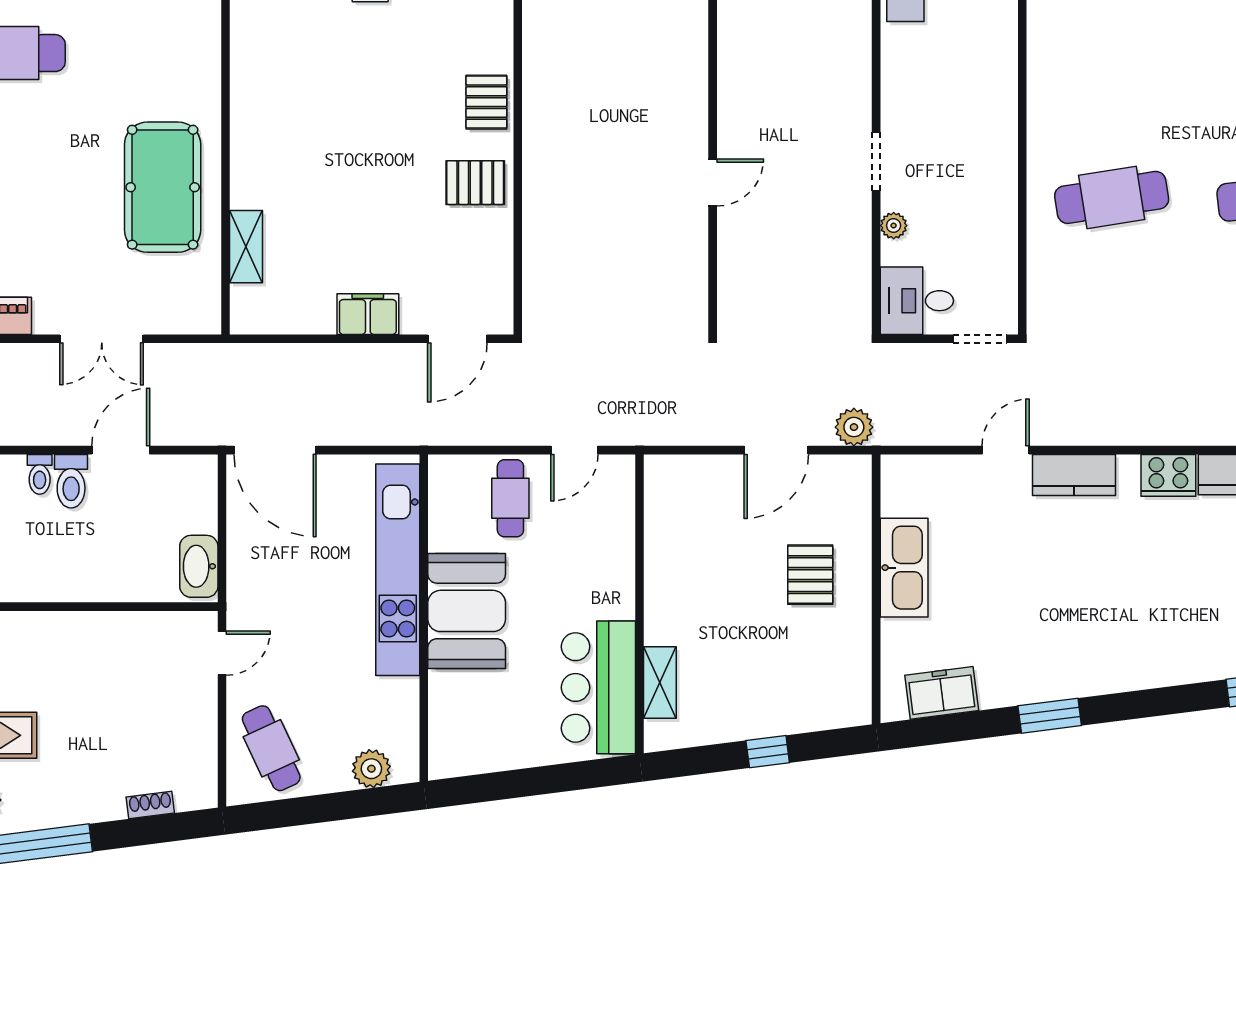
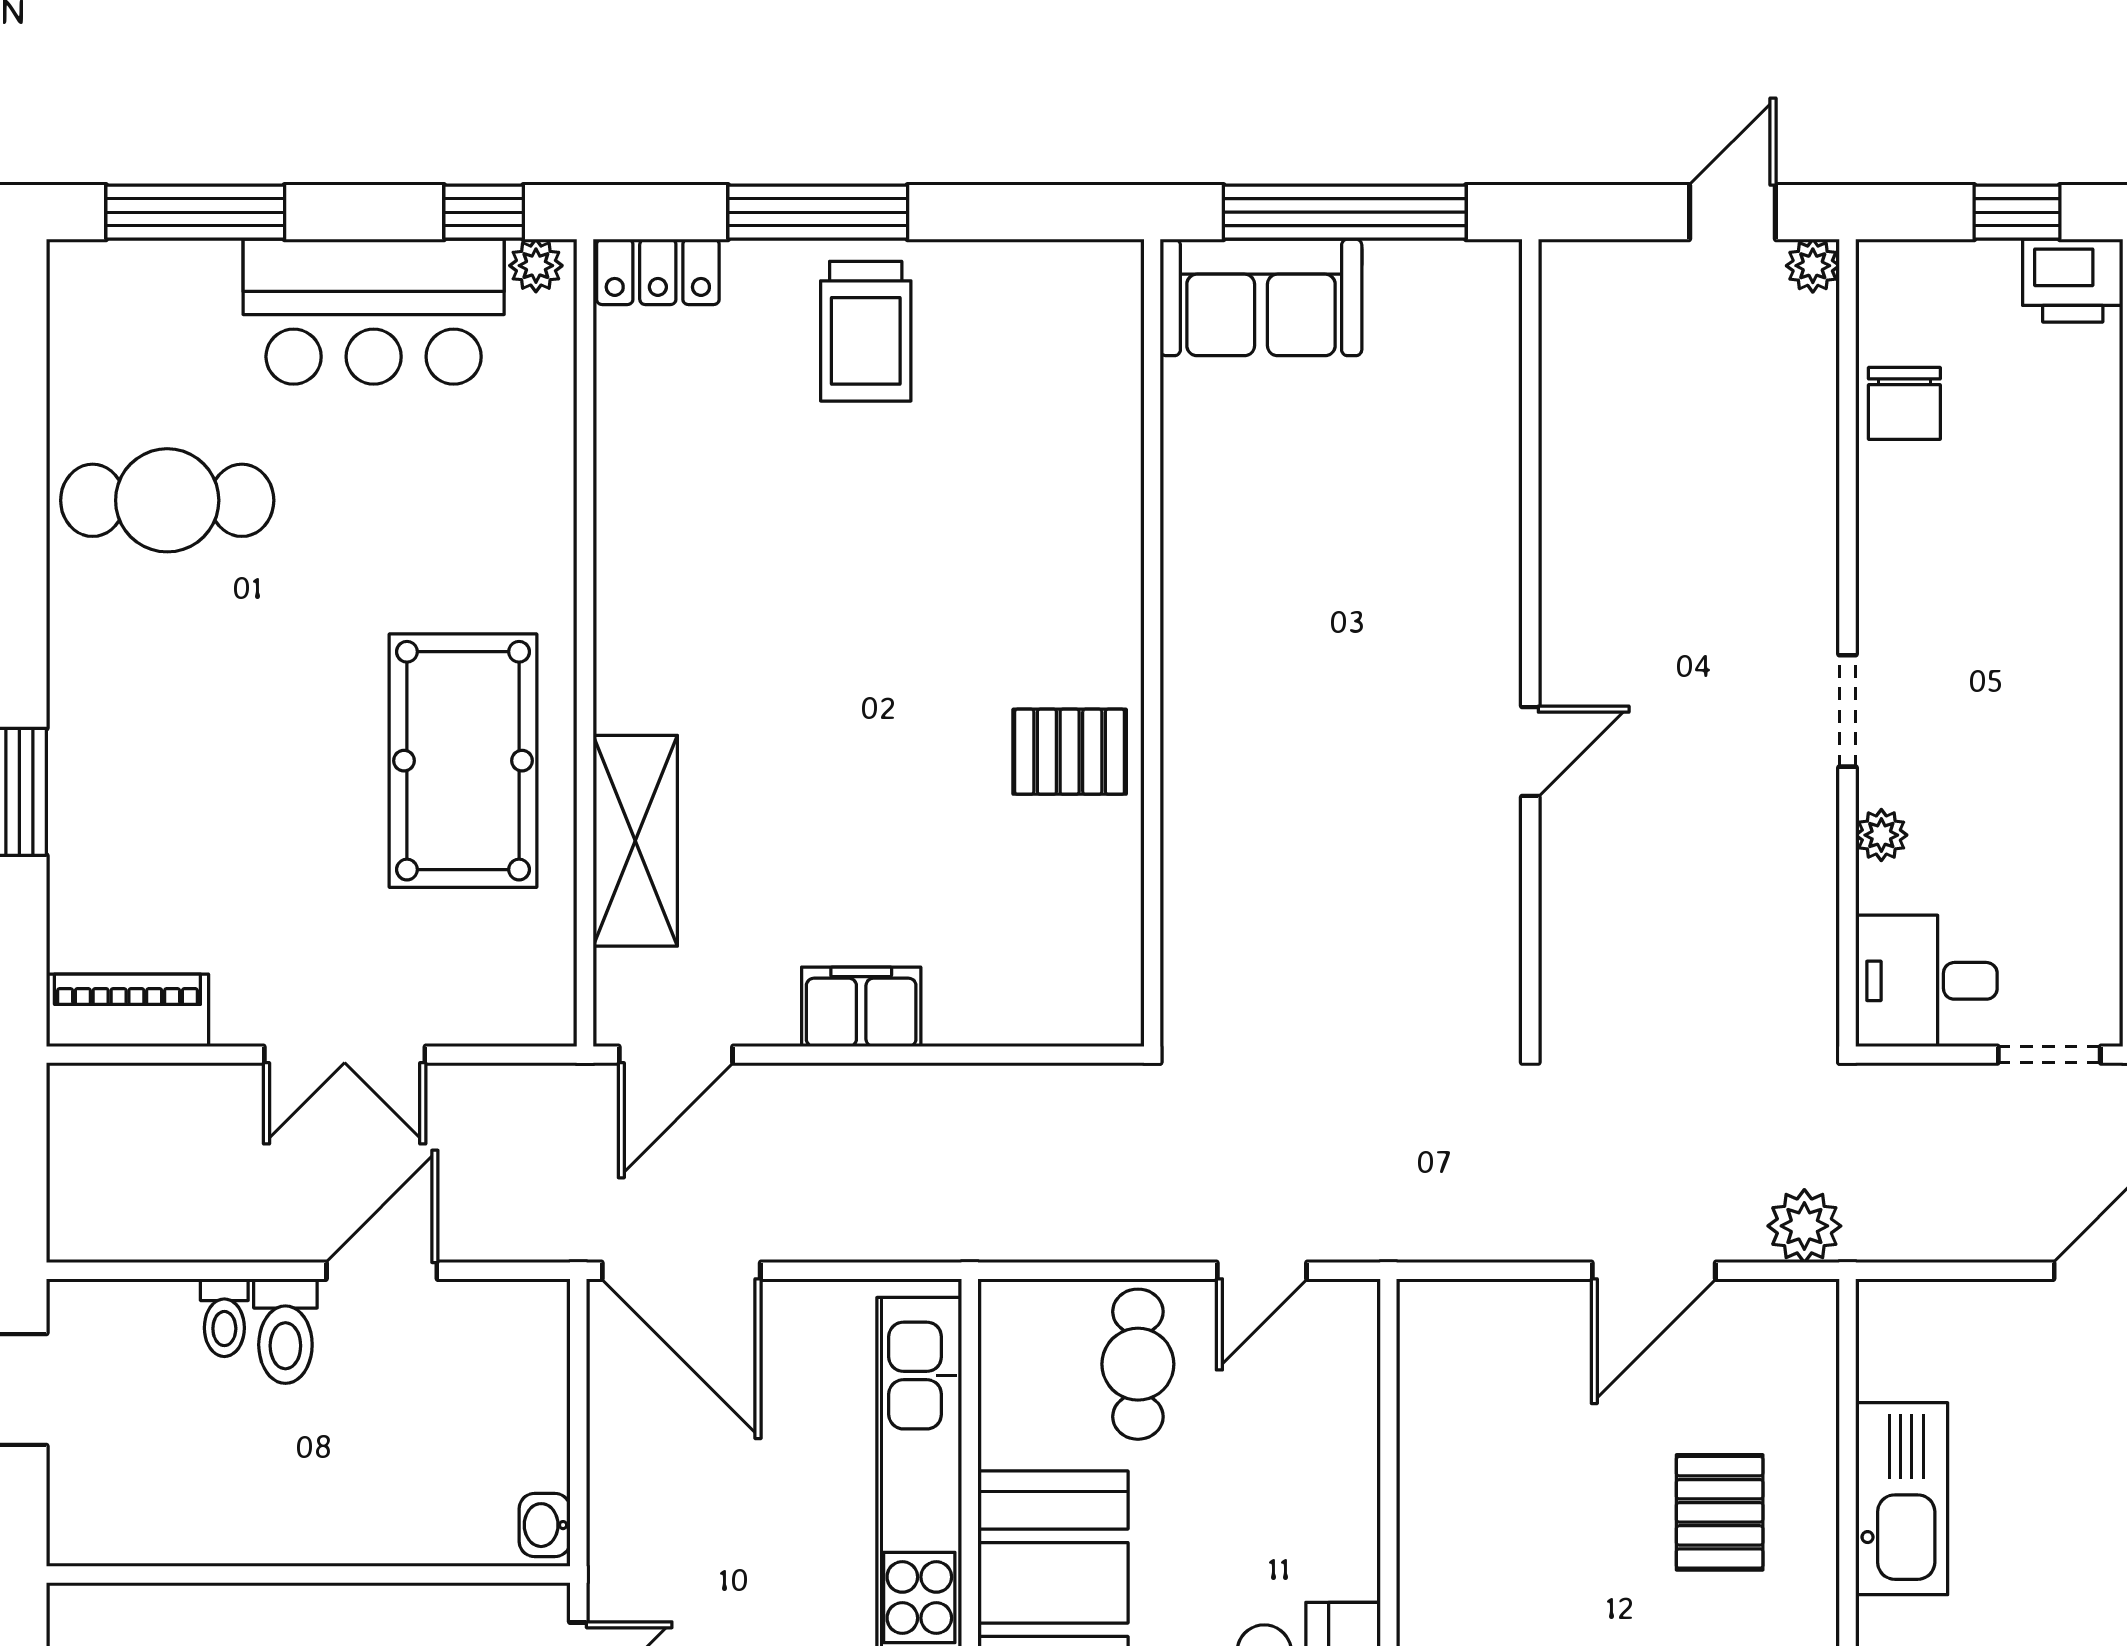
pallet: (486, 102) -> (1091, 595), removed
shelving: (246, 247) -> (635, 841), width x1.50, depth x1.33
door: (457, 339) -> (676, 1055), moved
washbasin: (199, 566) -> (545, 1525), width x0.52, depth x0.69

